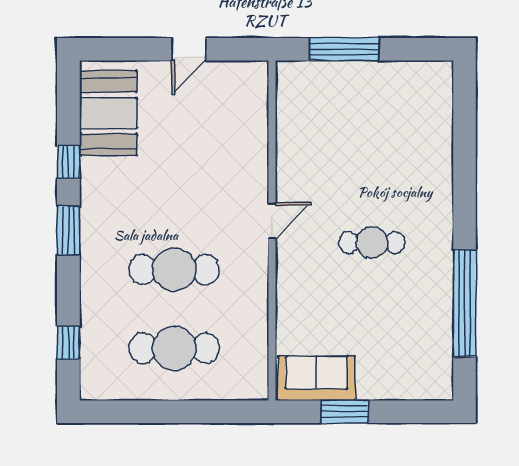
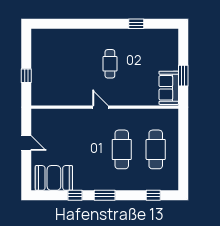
window: (344, 49) -> (26, 76), width x0.46
window: (465, 303) -> (136, 24), width x0.32

